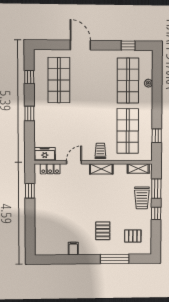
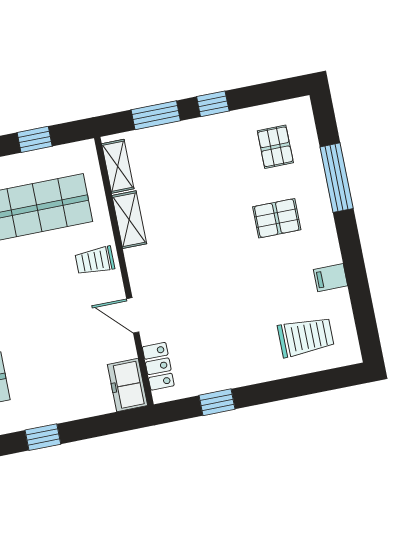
shelving: (101, 169) -> (129, 220), moved
trolley: (142, 198) -> (306, 337), moved

